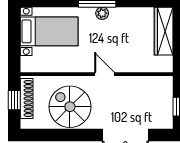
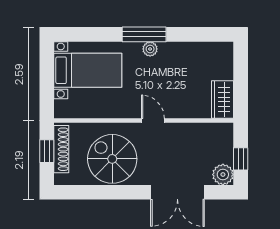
wardrobe: (164, 31) -> (223, 100), moved, width x0.67
plant: (164, 120) -> (223, 175), added

